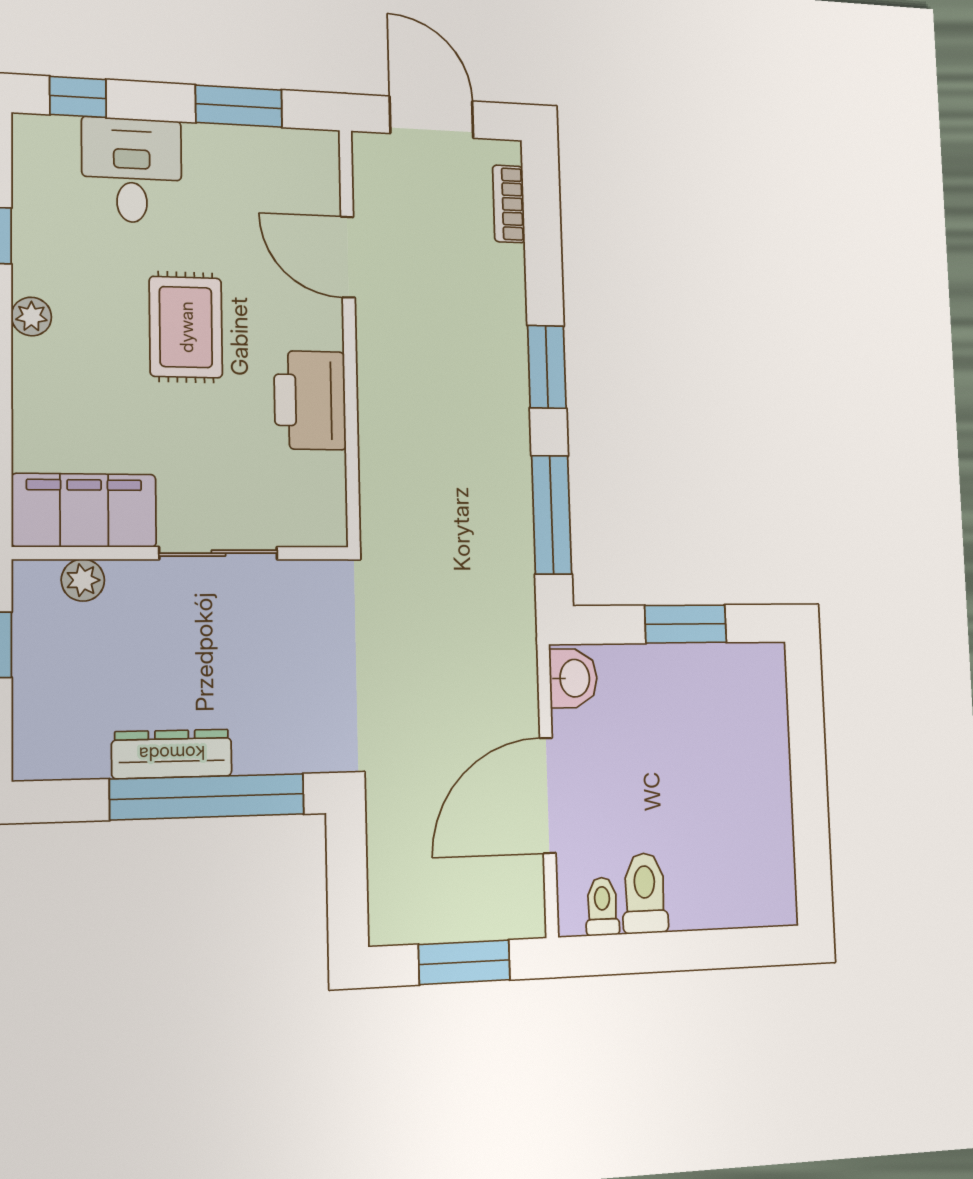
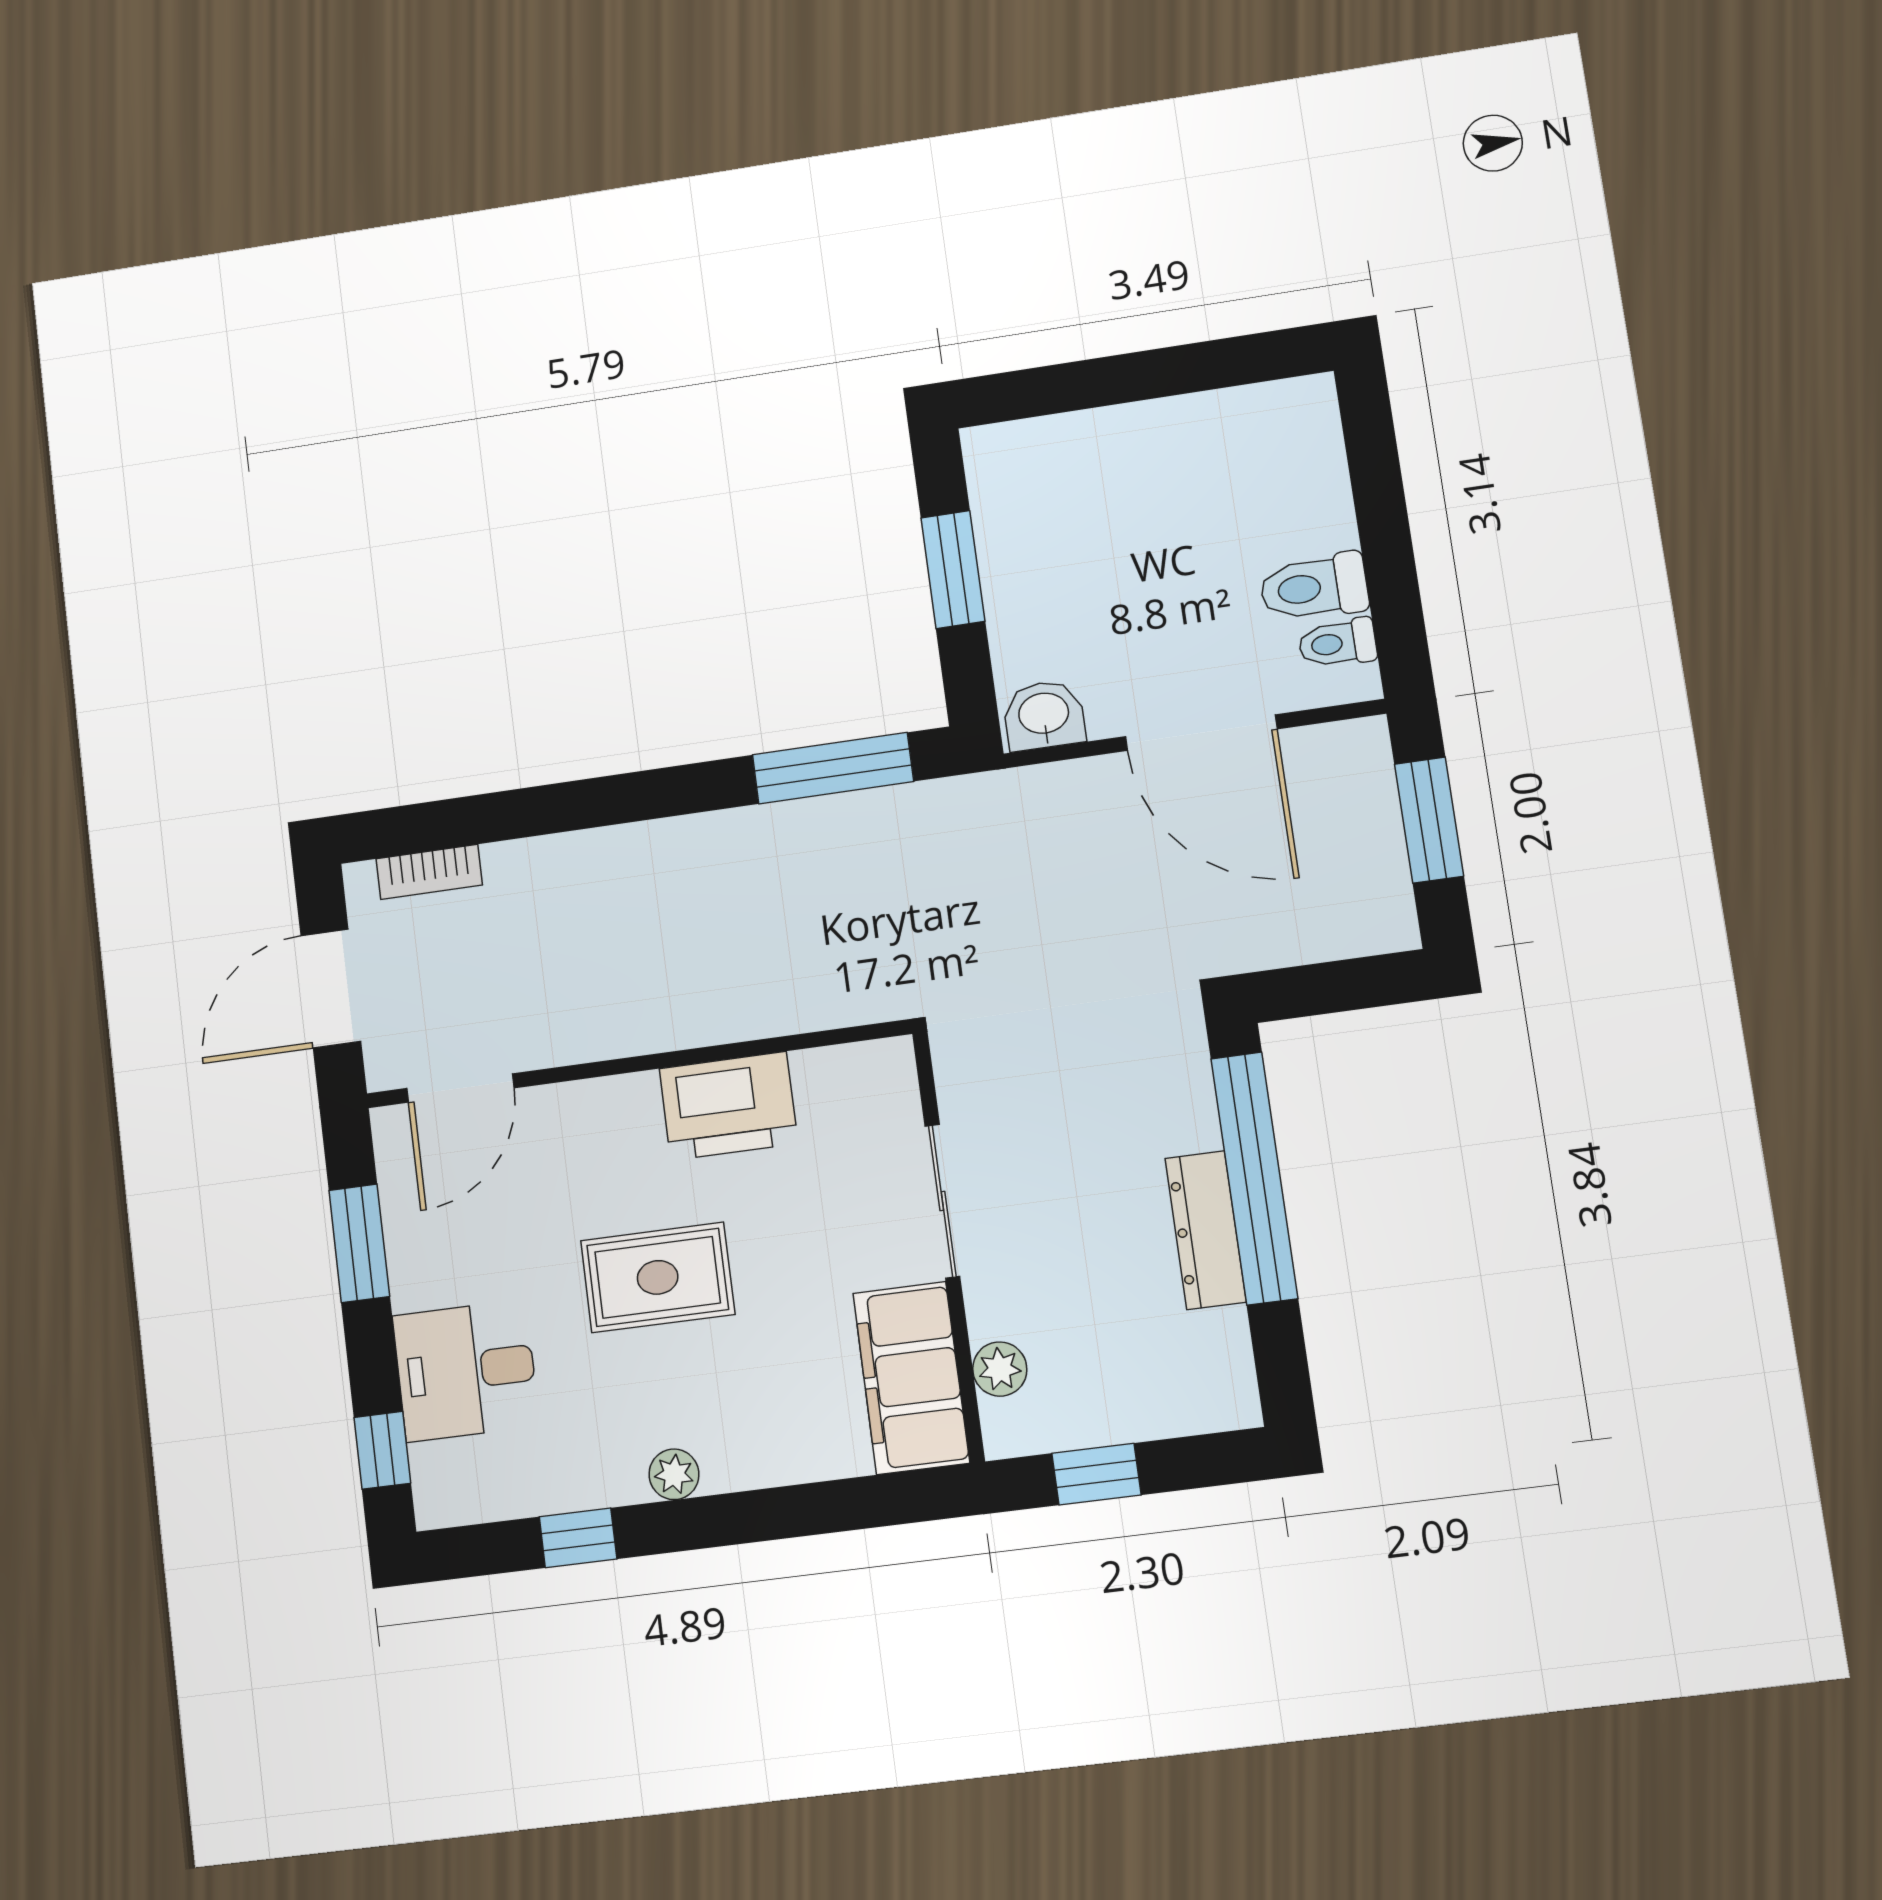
door: (348, 257) -> (460, 1088), moved
window: (547, 367) -> (638, 796), removed

